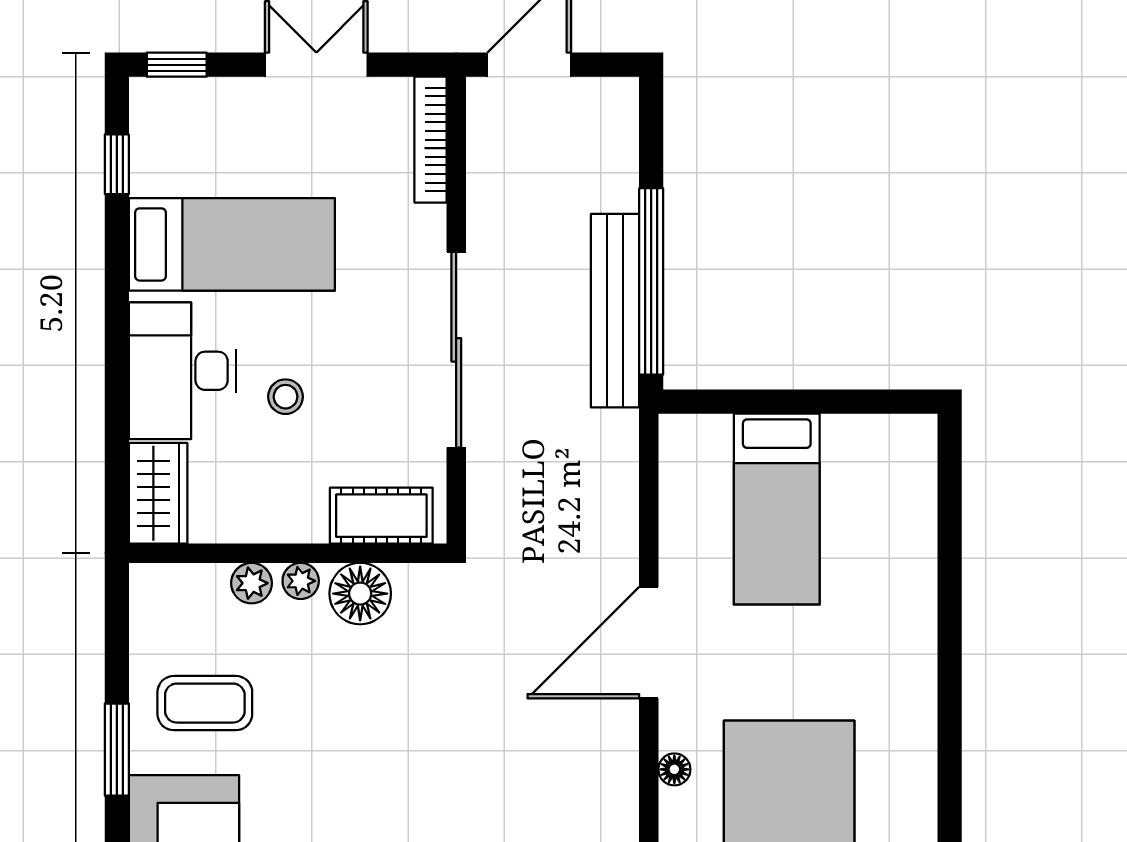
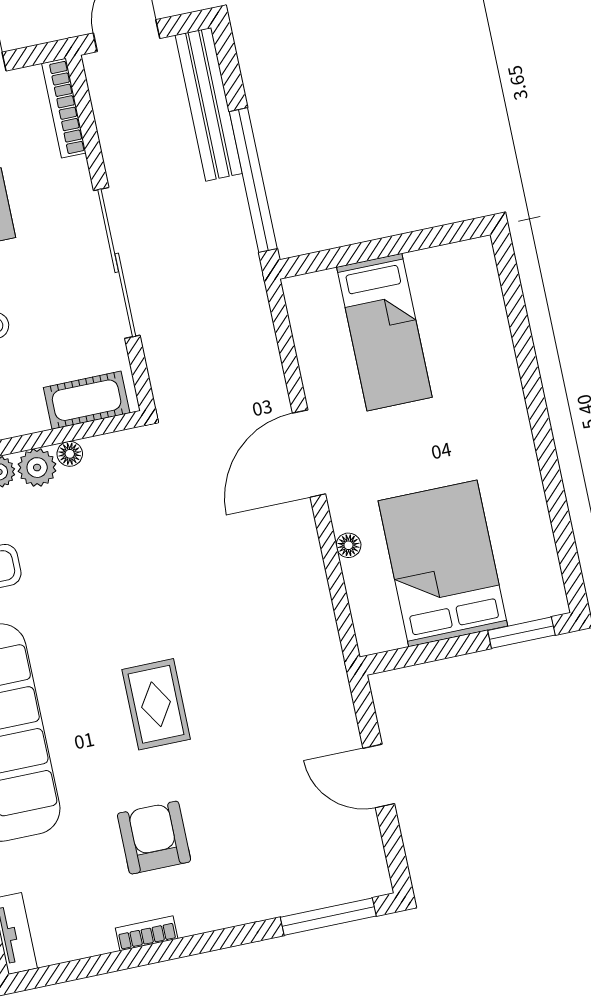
bench: (615, 311) -> (209, 104), moved
plant: (301, 581) -> (37, 468), width x1.38, depth x1.38
floor lamp: (360, 594) -> (70, 454), width x0.53, depth x0.53

